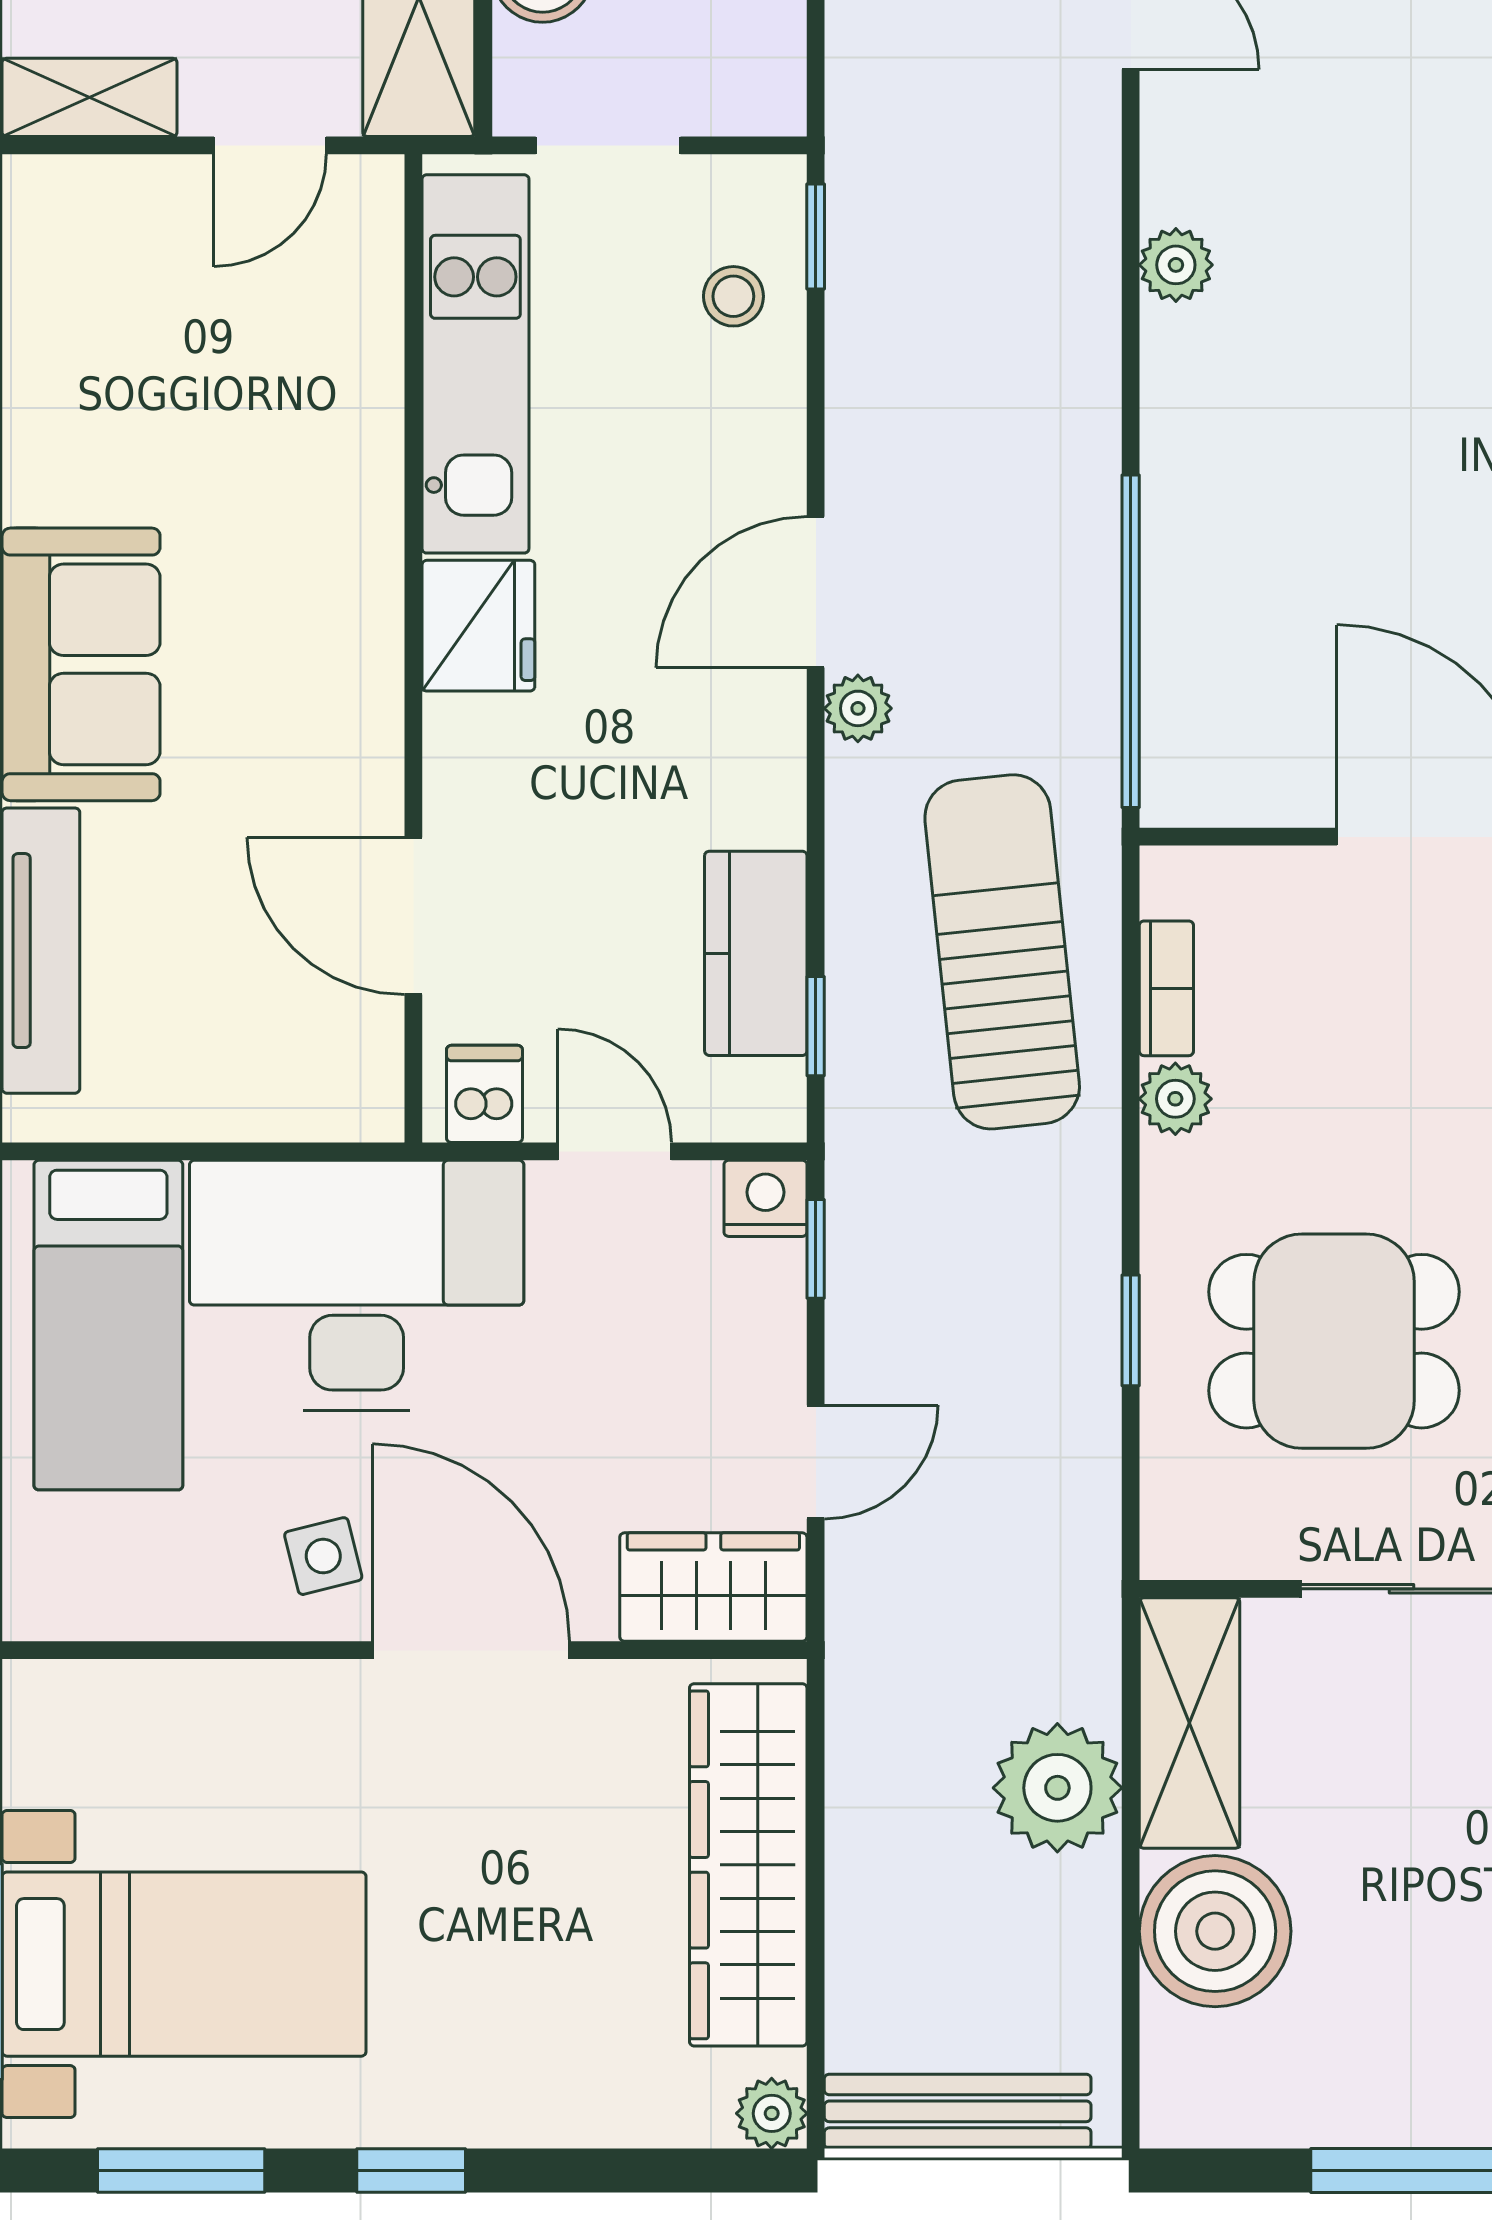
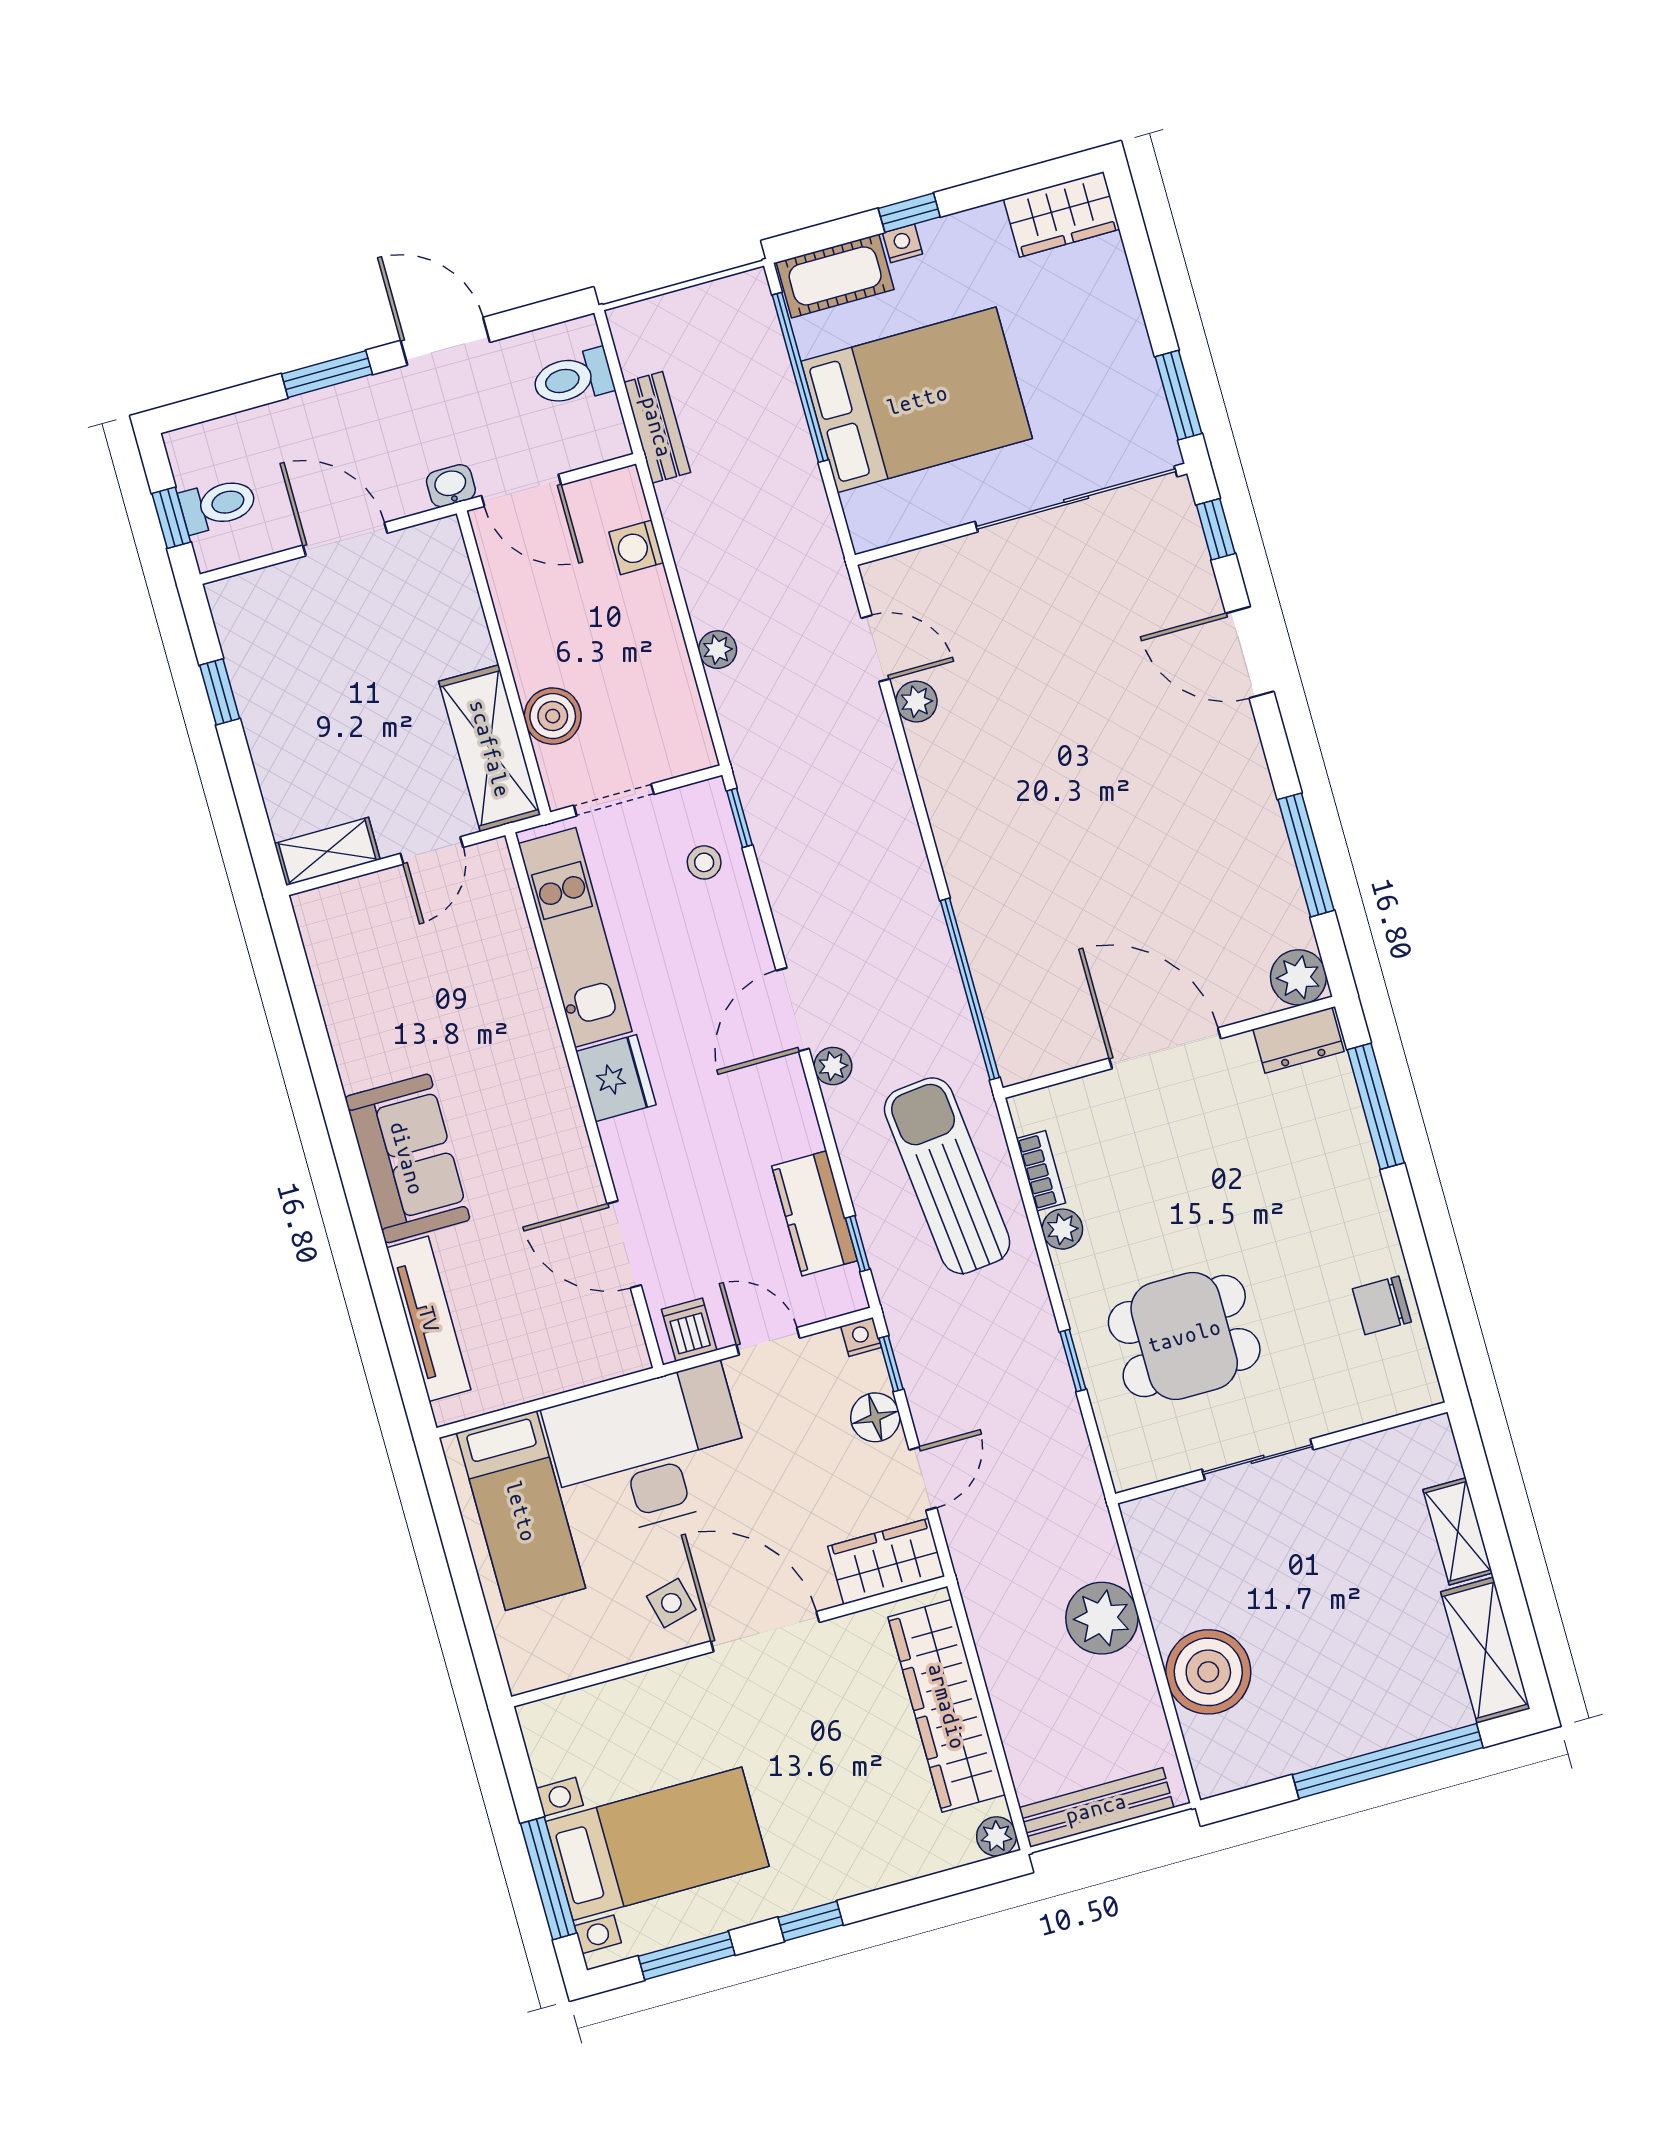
plant: (1176, 265) -> (916, 702), moved
nightstand: (765, 1198) -> (861, 1337), width x0.72, depth x0.74
floor lamp: (763, 1334) -> (875, 1417), added
shelving: (1190, 1723) -> (1163, 1563), removed

